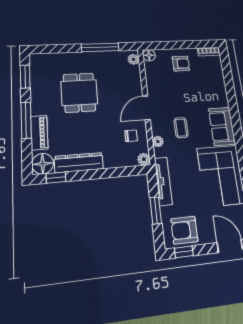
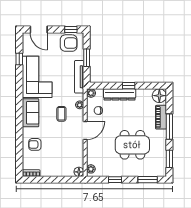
window: (100, 47) -> (115, 180), width x0.46
window: (55, 49) -> (148, 180), added
armchair: (181, 64) -> (35, 144), moved
dining table: (79, 93) -> (132, 145), width x1.38
dresser: (79, 163) -> (120, 94), moved
window: (56, 178) -> (129, 86), moved

